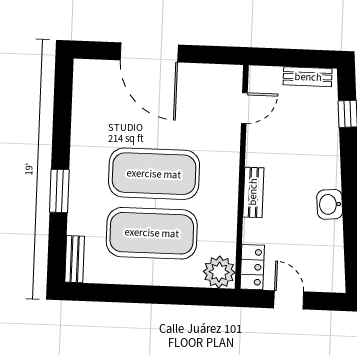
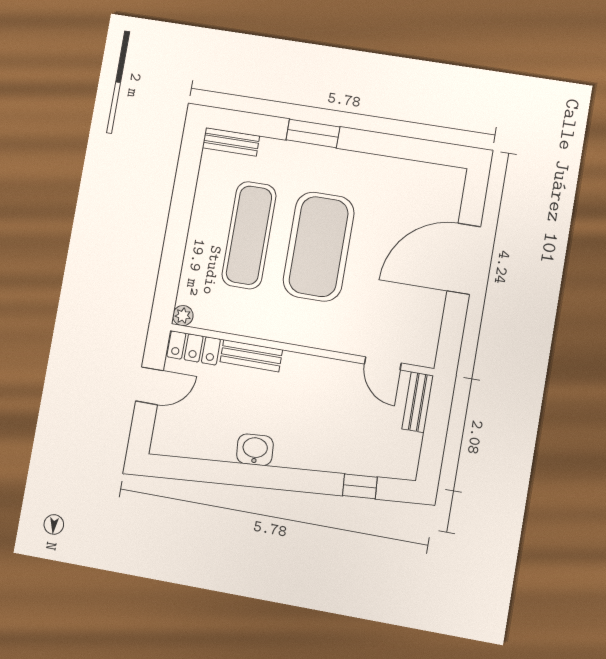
bench: (308, 77) -> (418, 402), moved
bench: (253, 192) -> (251, 356), moved
exercise mat: (152, 233) -> (249, 235), width x0.68
plant: (219, 272) -> (183, 316), width x0.53, depth x0.53

